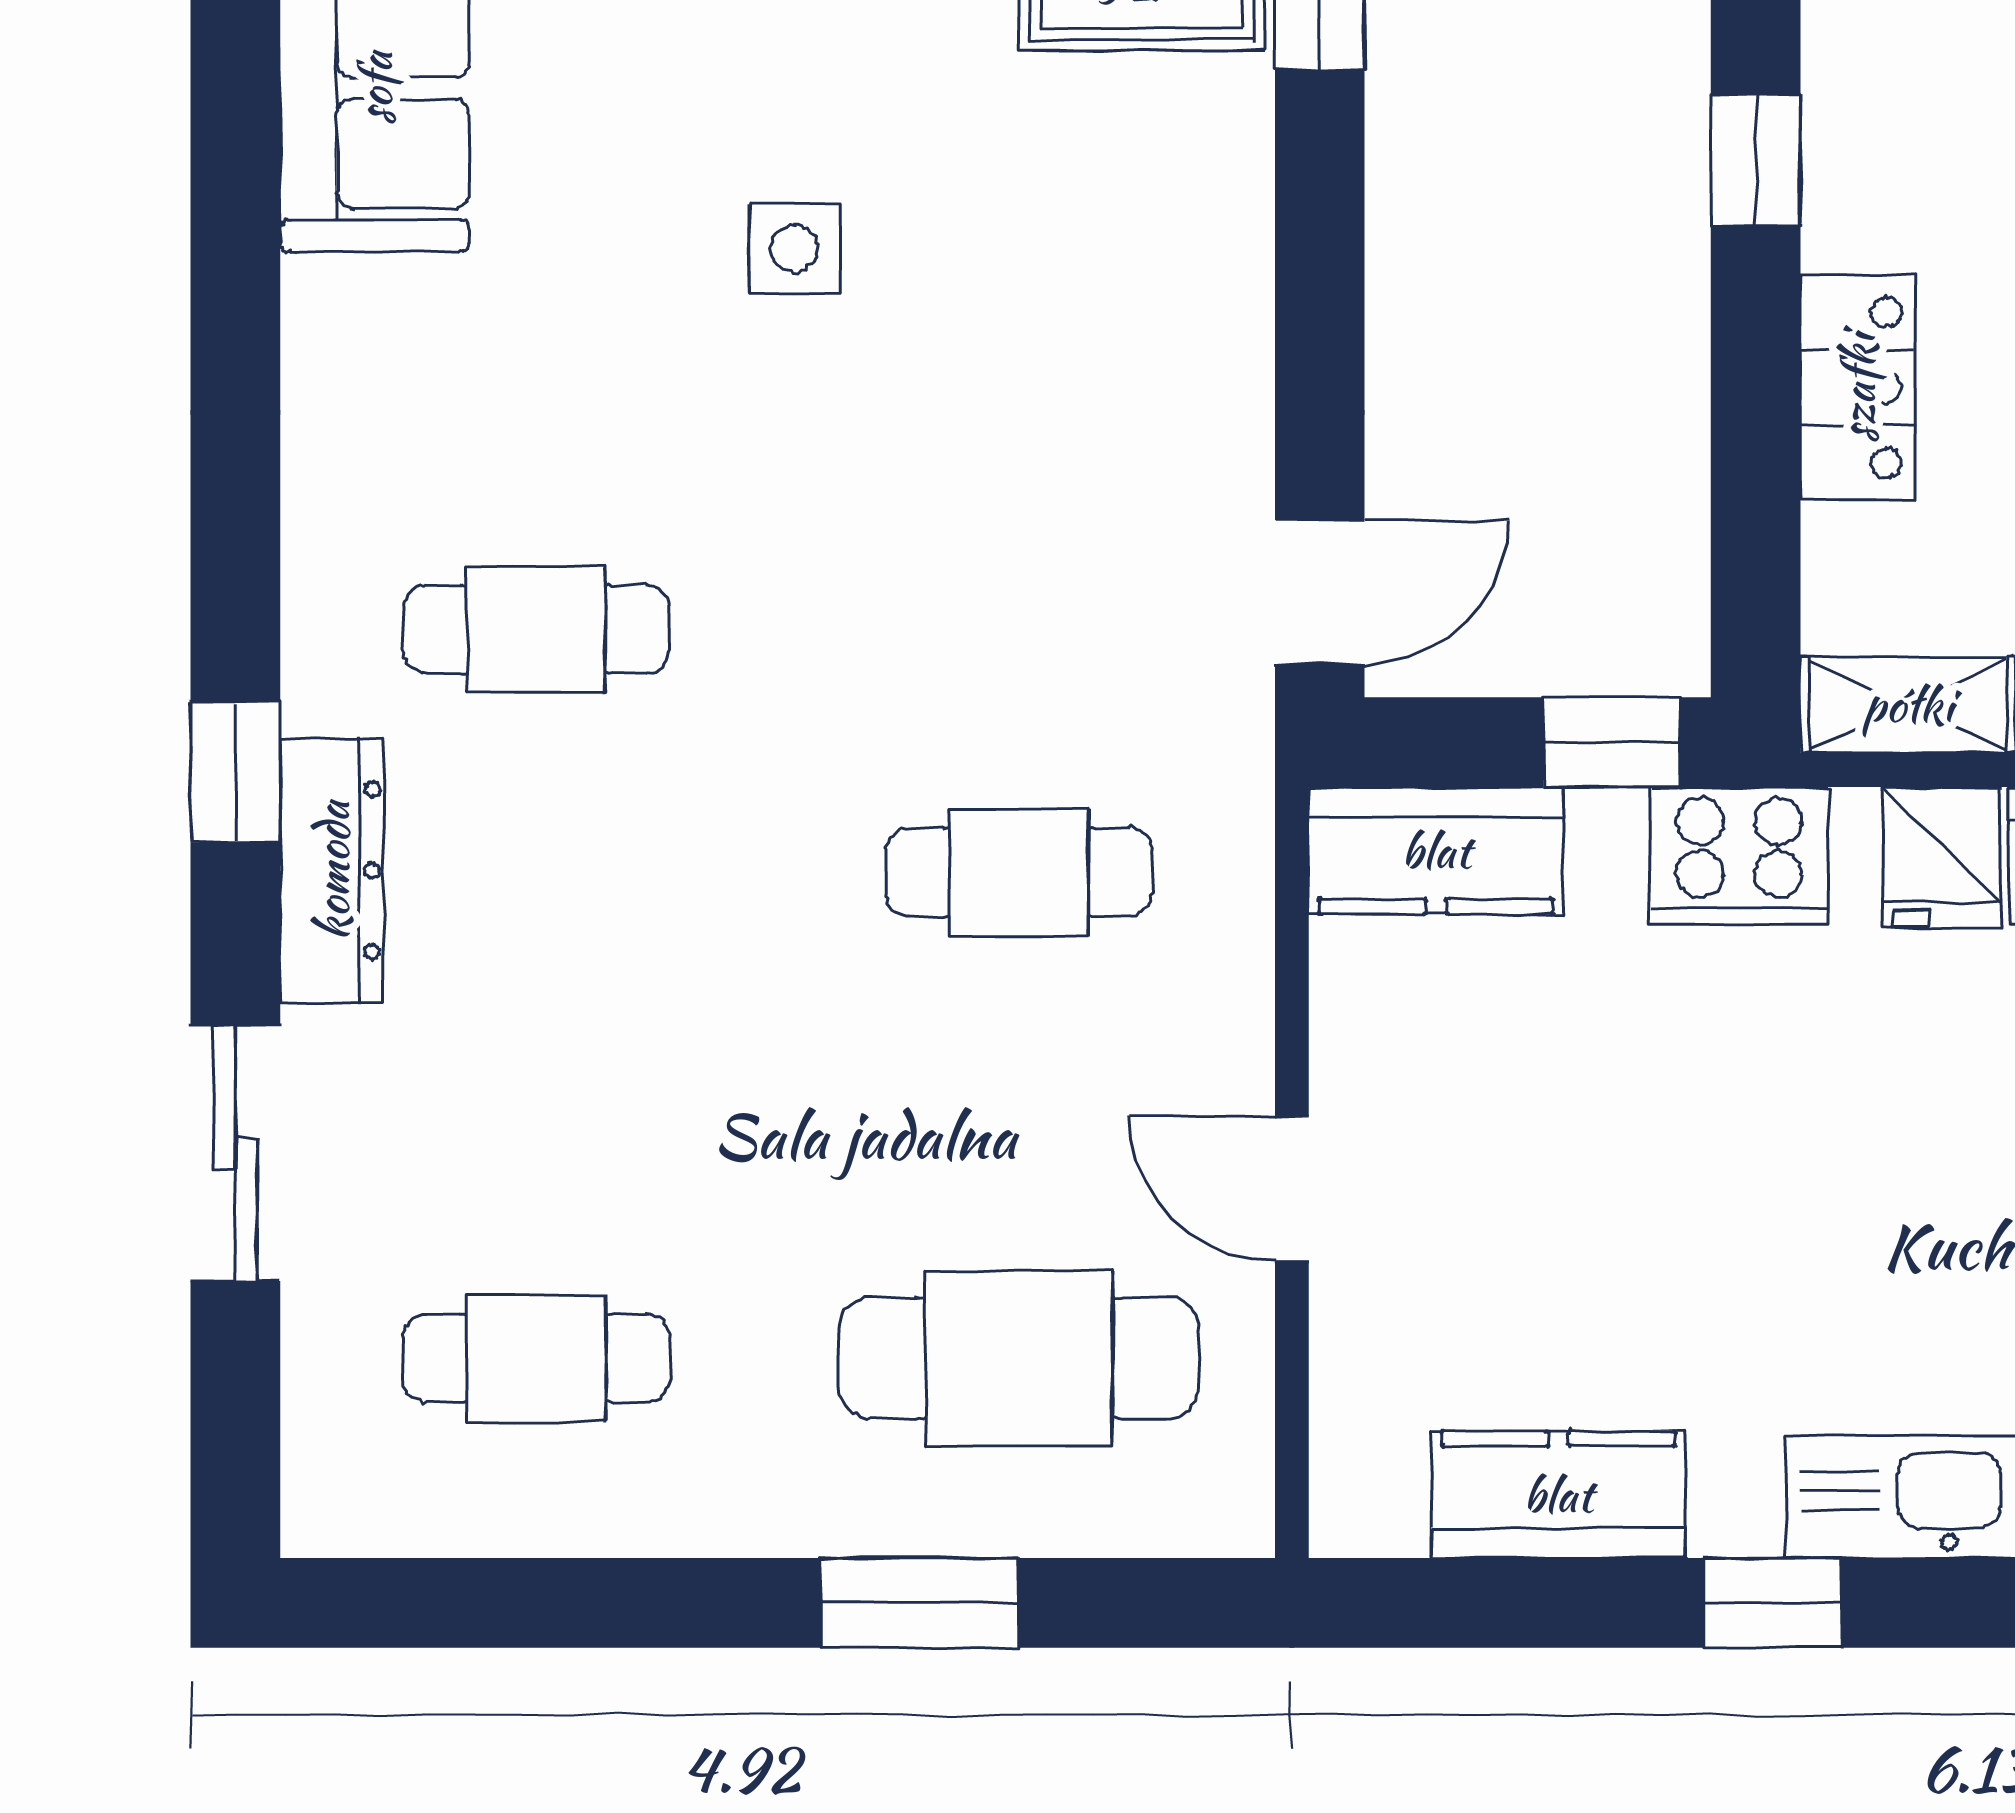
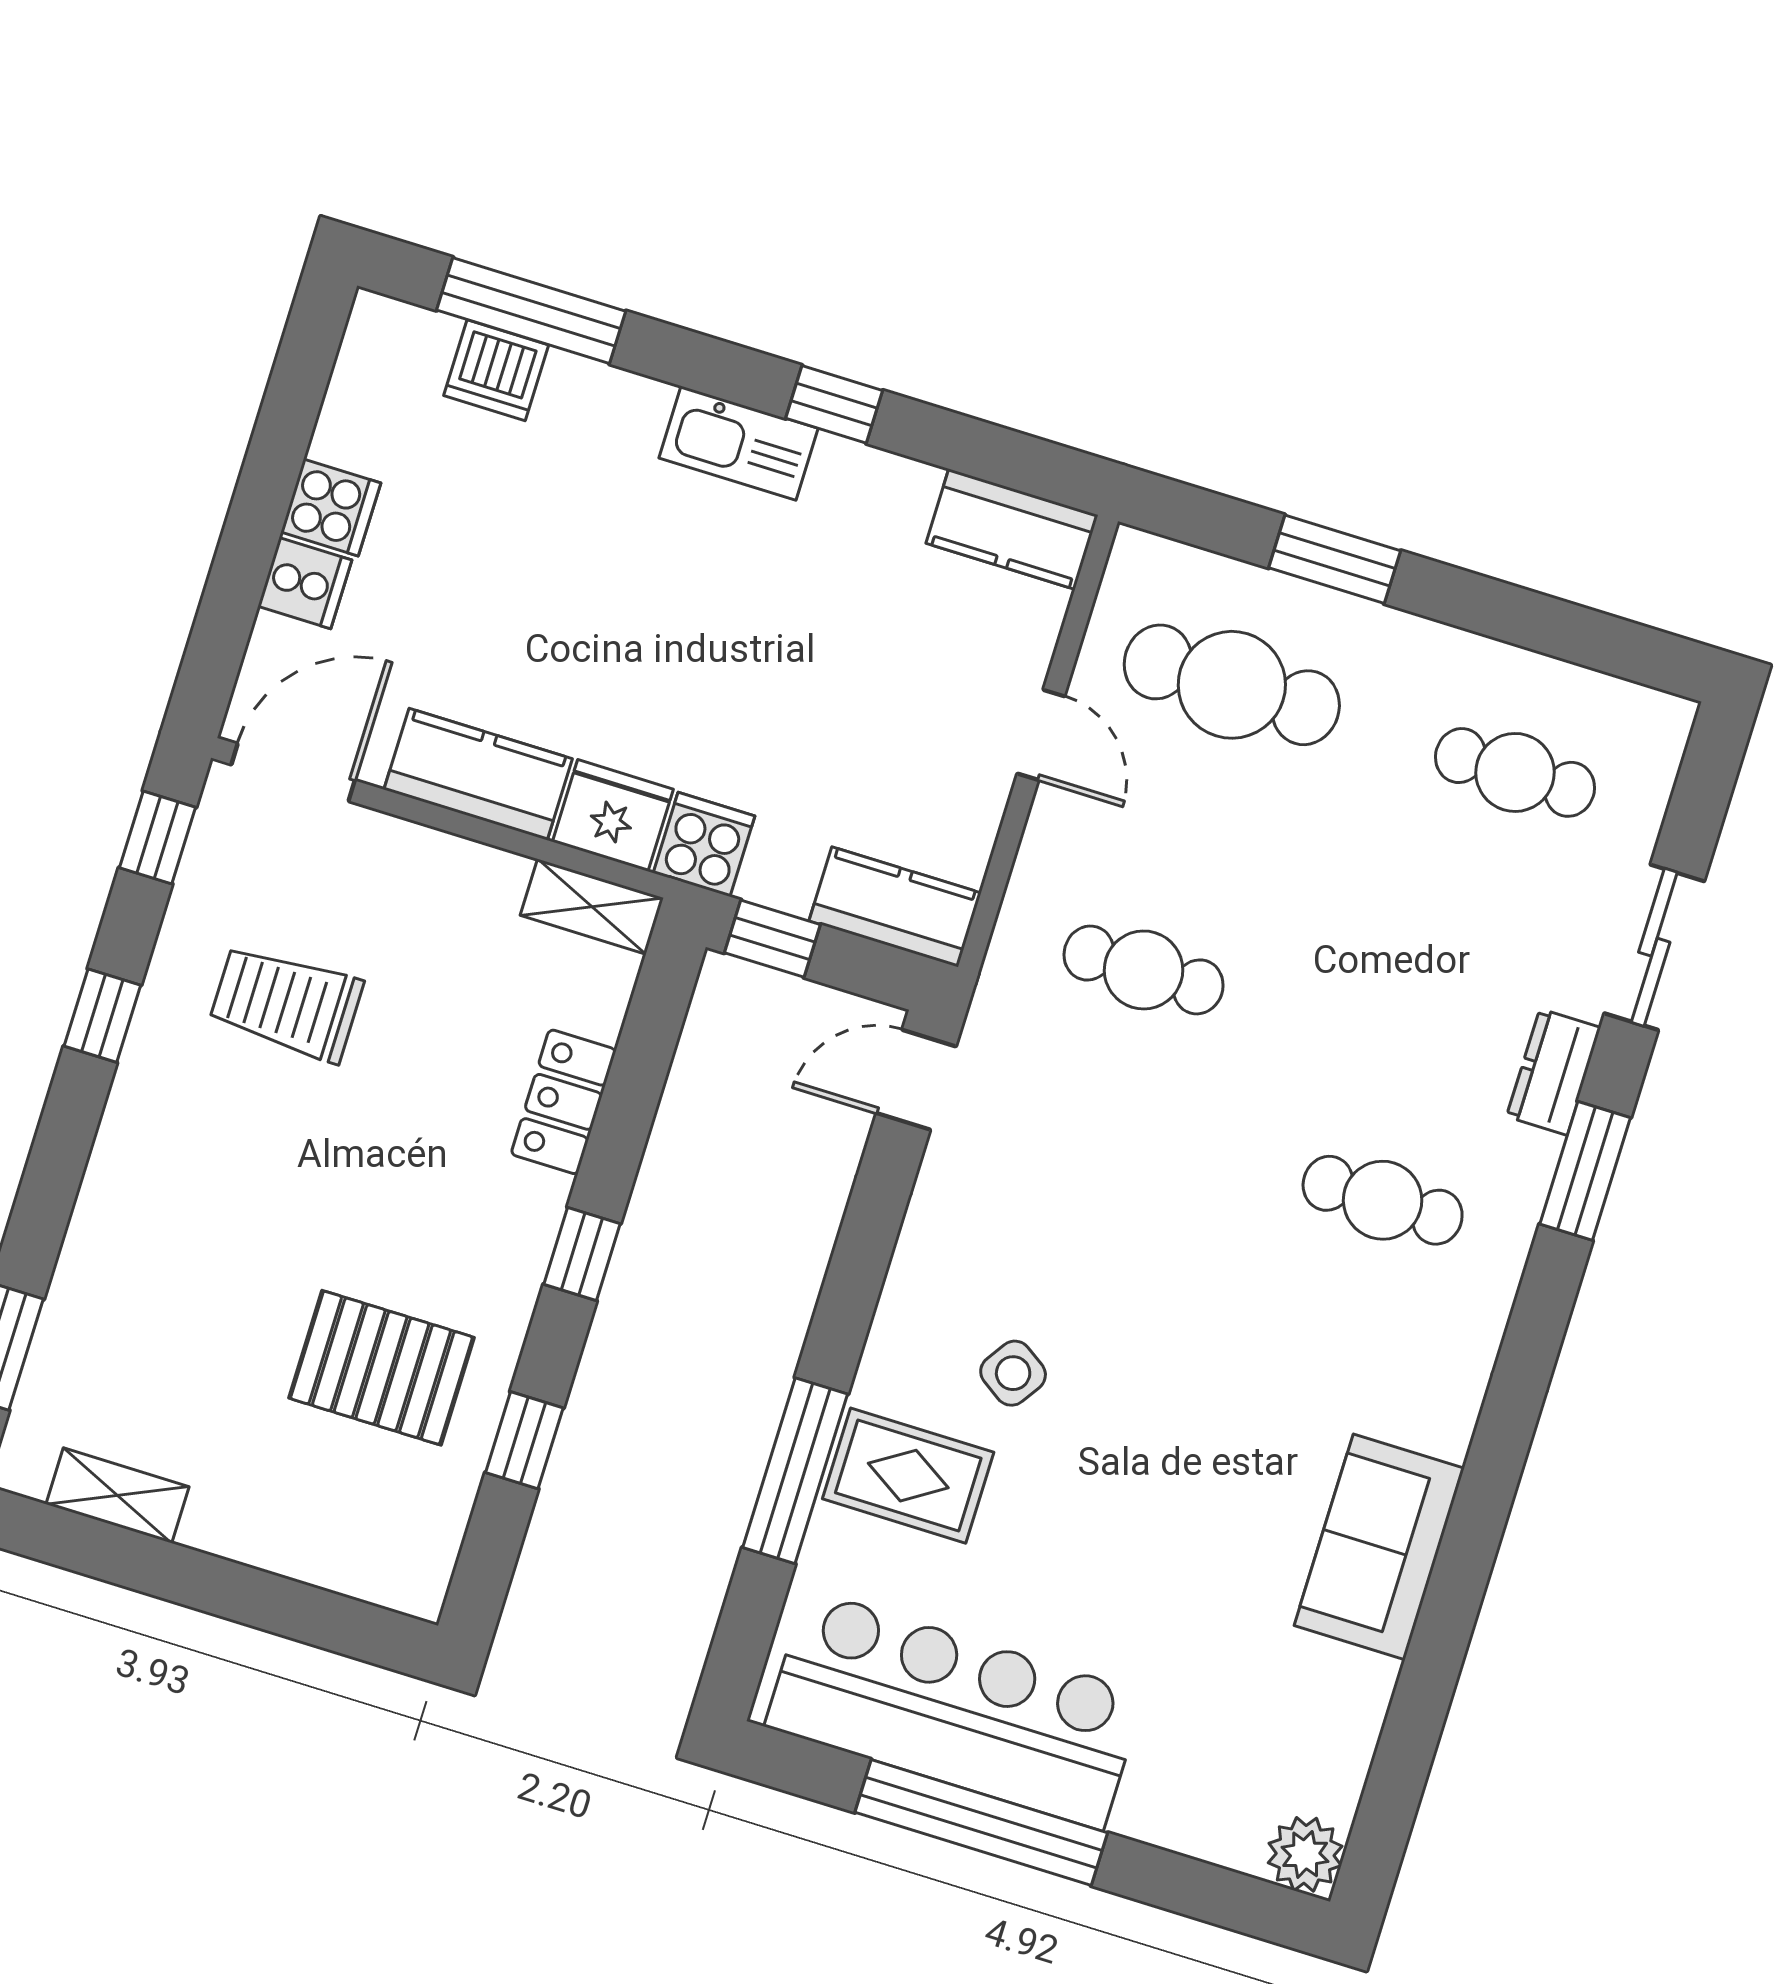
side table: (794, 249) -> (1013, 1373), moved, turned 34
window: (235, 772) -> (1585, 1171), width x1.50
cooker: (1739, 856) -> (704, 844), width x0.73
fridge: (1941, 857) -> (613, 815), width x1.38
dresser: (332, 871) -> (1554, 1072), width x0.70
kitchen counter: (1558, 1495) -> (1012, 529), moved

